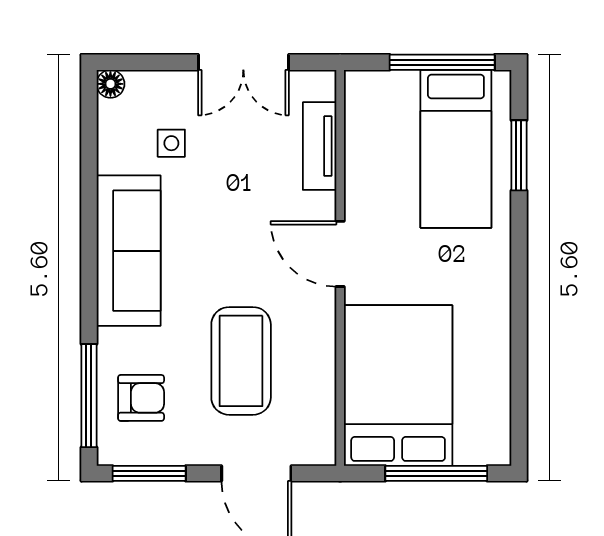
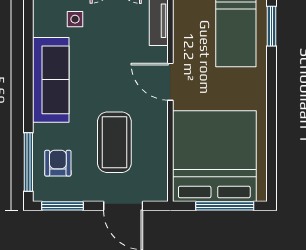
bed: (398, 385) -> (214, 156), width x1.36
armchair: (141, 398) -> (58, 163), turned -90

